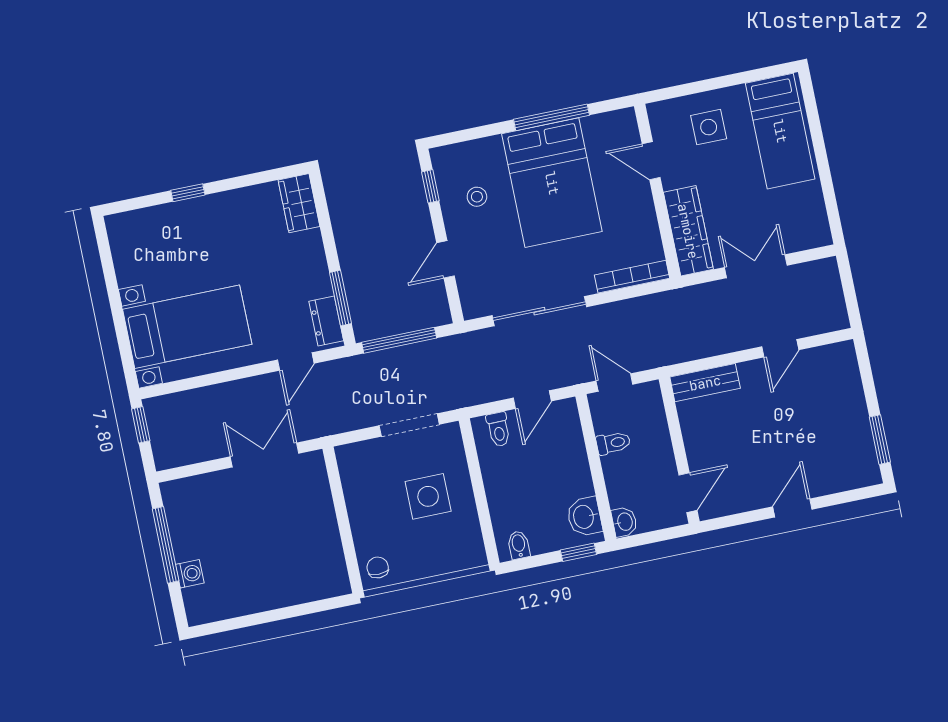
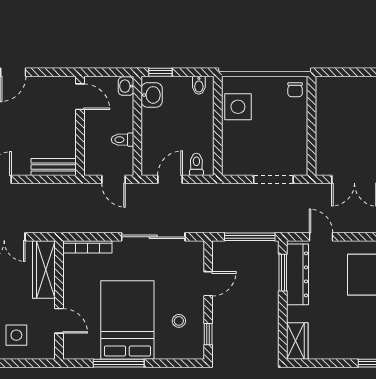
dresser: (326, 321) -> (297, 274), width x1.96, depth x1.24
door: (296, 362) -> (321, 237), hinge flipped
doorway: (409, 425) -> (273, 179), moved
door: (688, 493) -> (80, 97), swing flipped
side table: (428, 496) -> (238, 107), moved

